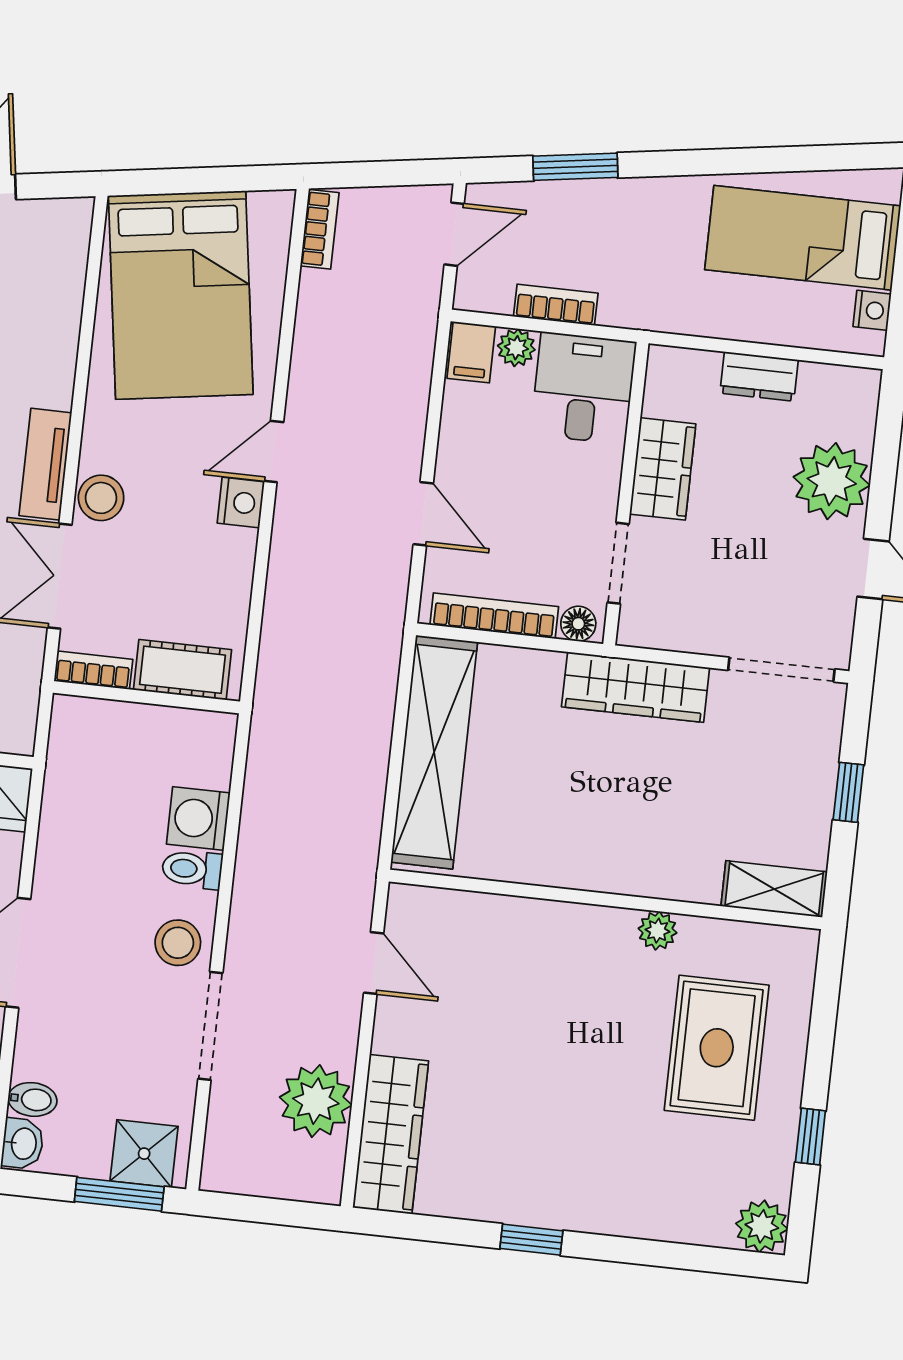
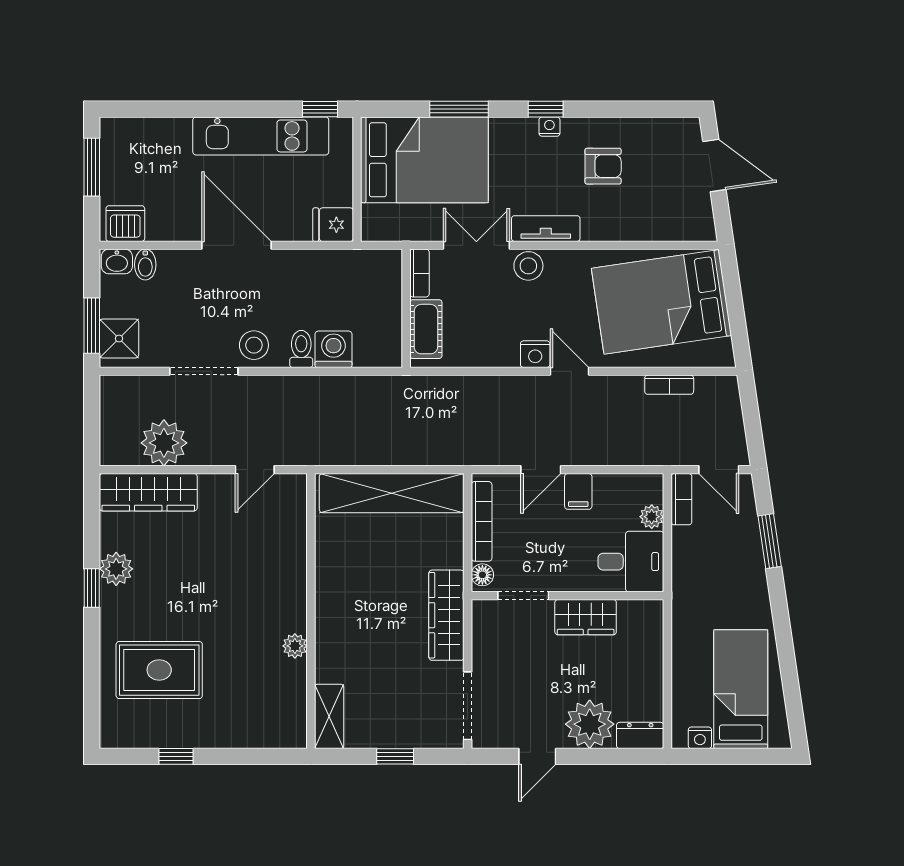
bookcase: (320, 229) -> (669, 385), moved
bookcase: (556, 305) -> (681, 499), moved
filing cabinet: (471, 352) -> (578, 491), moved, turned -90
dresser: (759, 376) -> (640, 735), moved, turned 90
rug: (717, 1048) -> (159, 670), moved
plant: (762, 1226) -> (116, 569), moved

